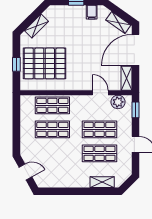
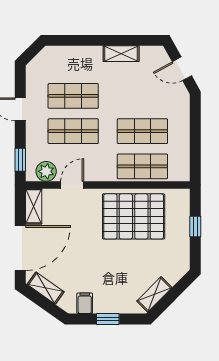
shelving: (36, 26) -> (154, 294), moved
pallet: (45, 63) -> (134, 216), moved
door: (100, 93) -> (72, 185), swing flipped
shelving: (102, 182) -> (121, 54), moved

